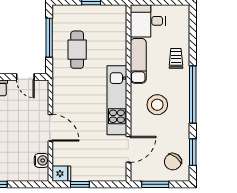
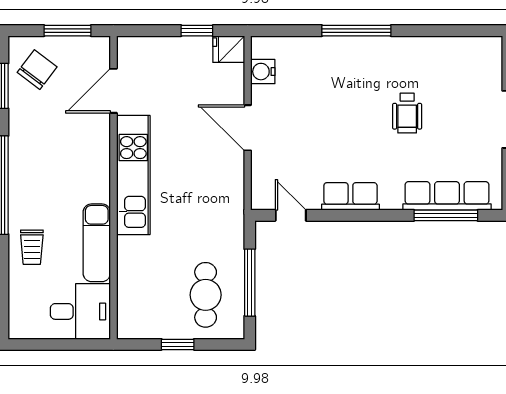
cafe table: (77, 50) -> (206, 295), moved
stool: (157, 105) -> (64, 167), removed

